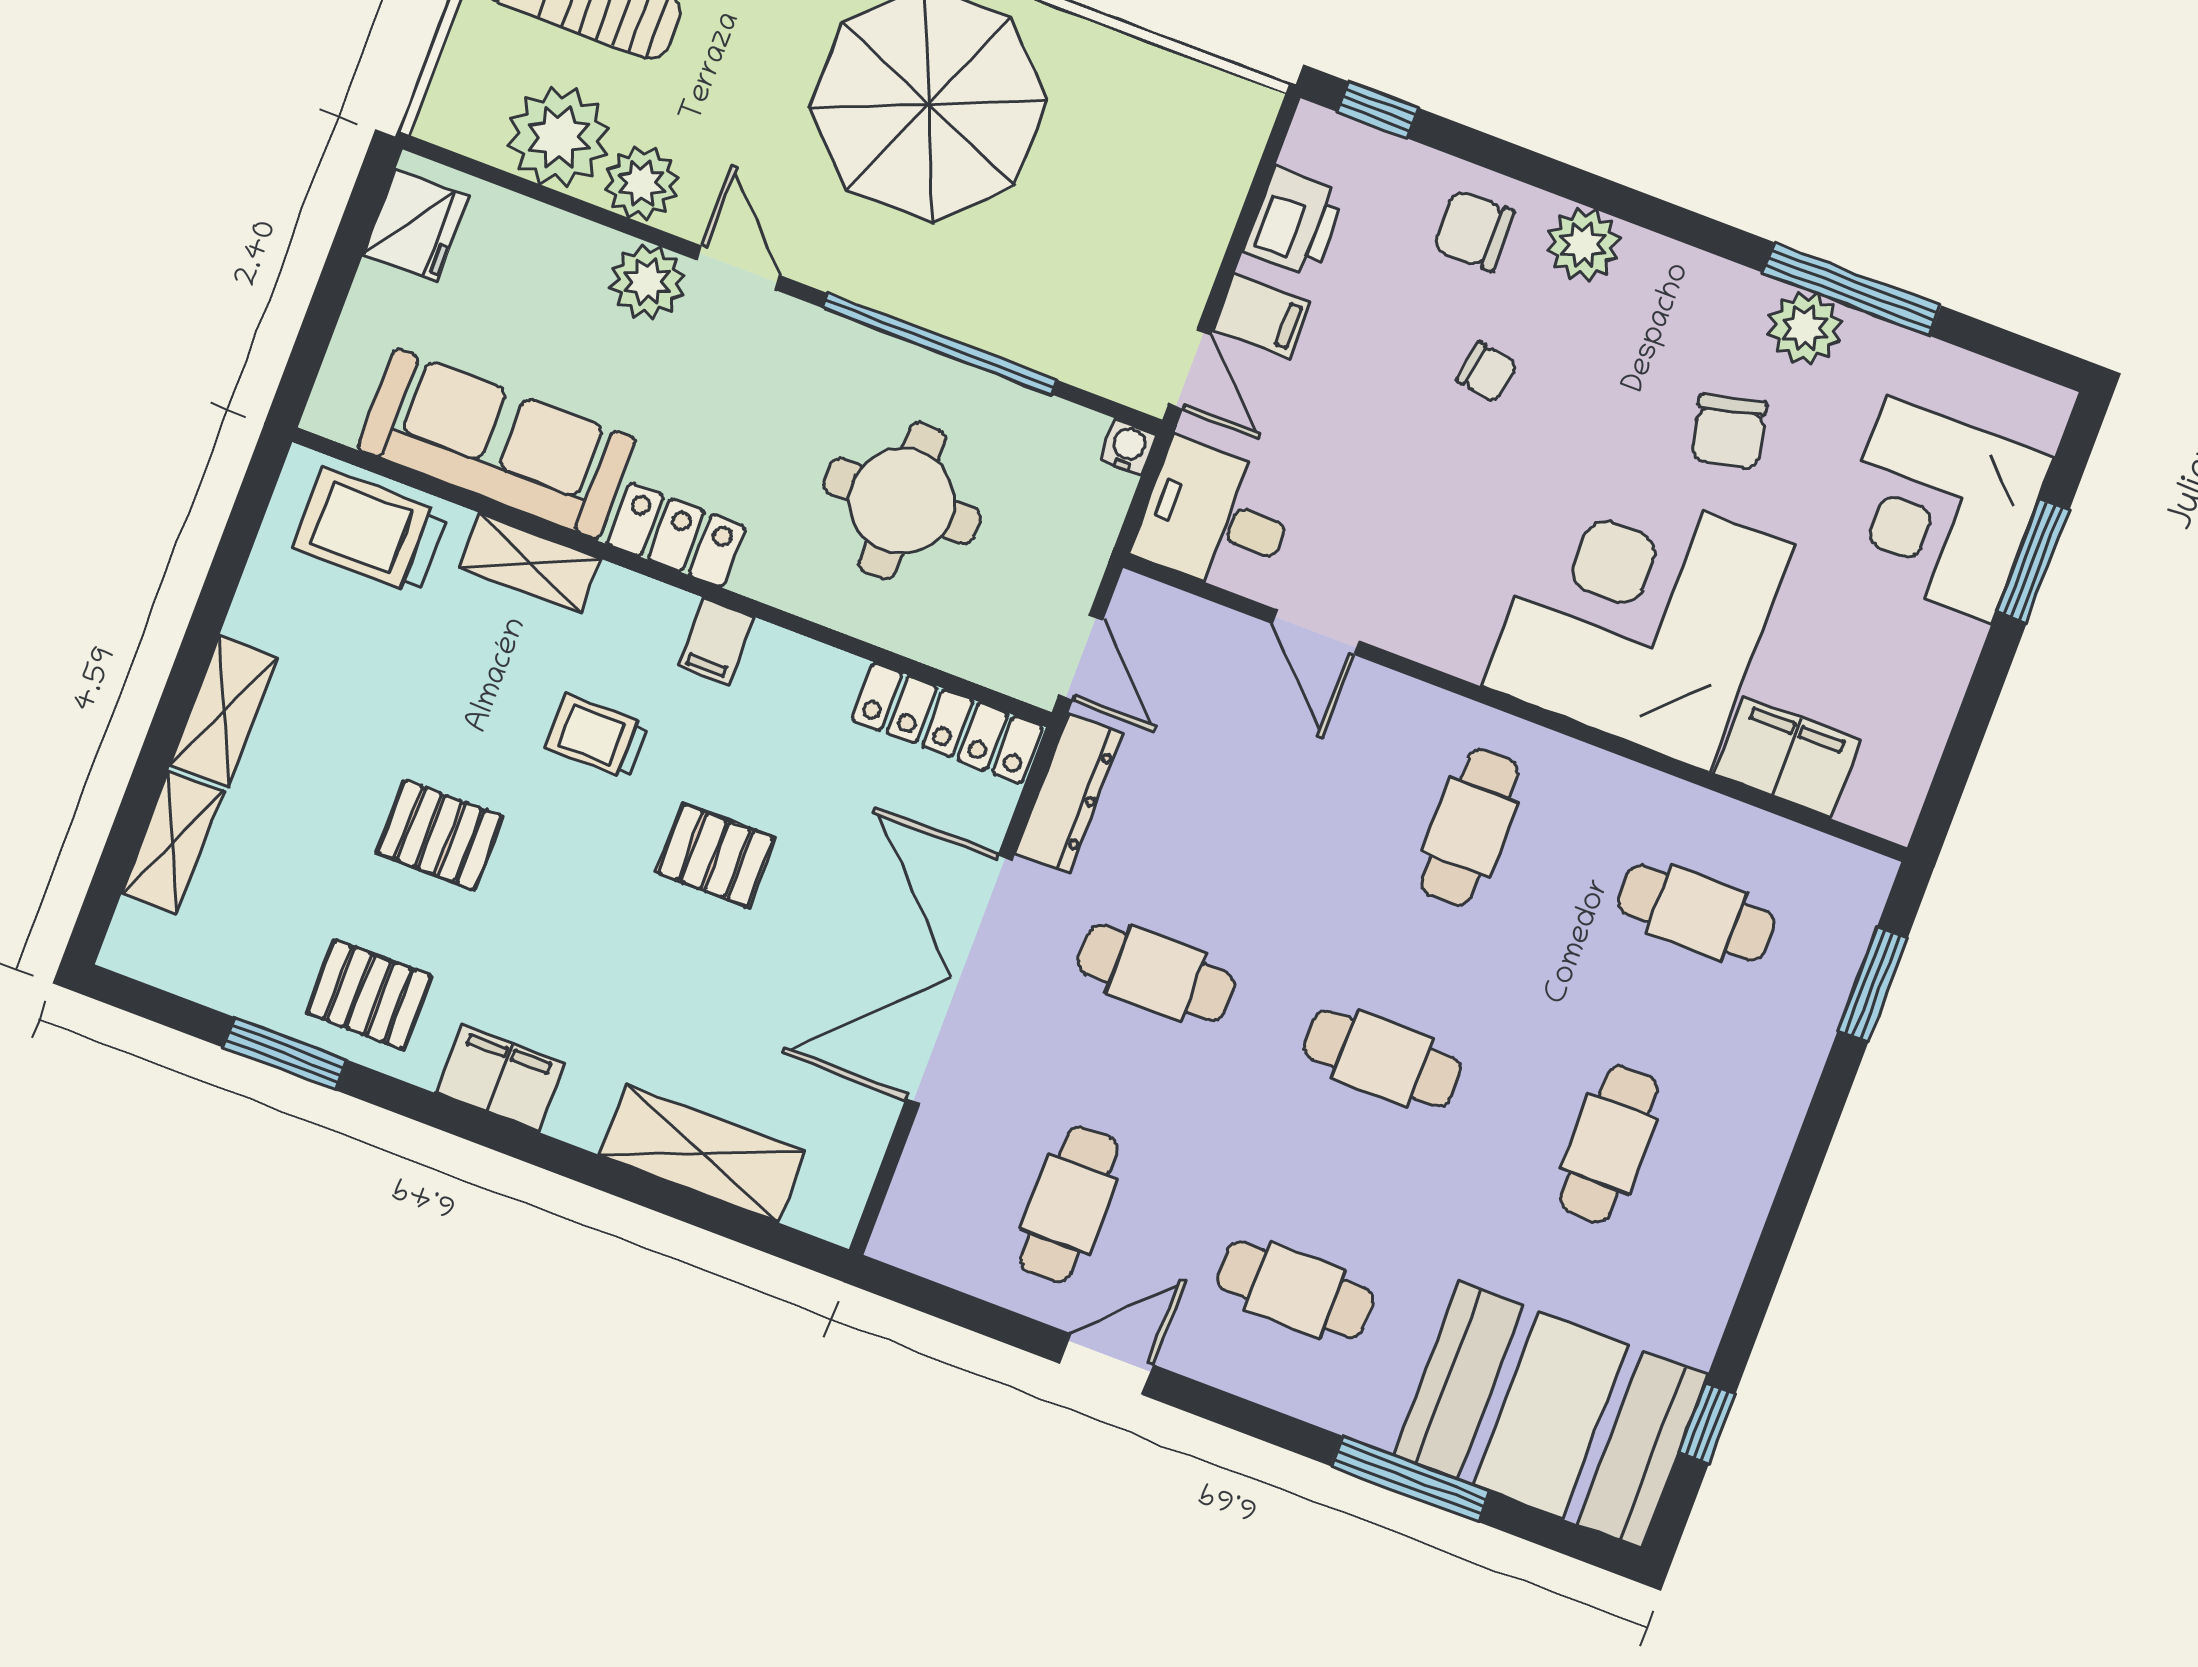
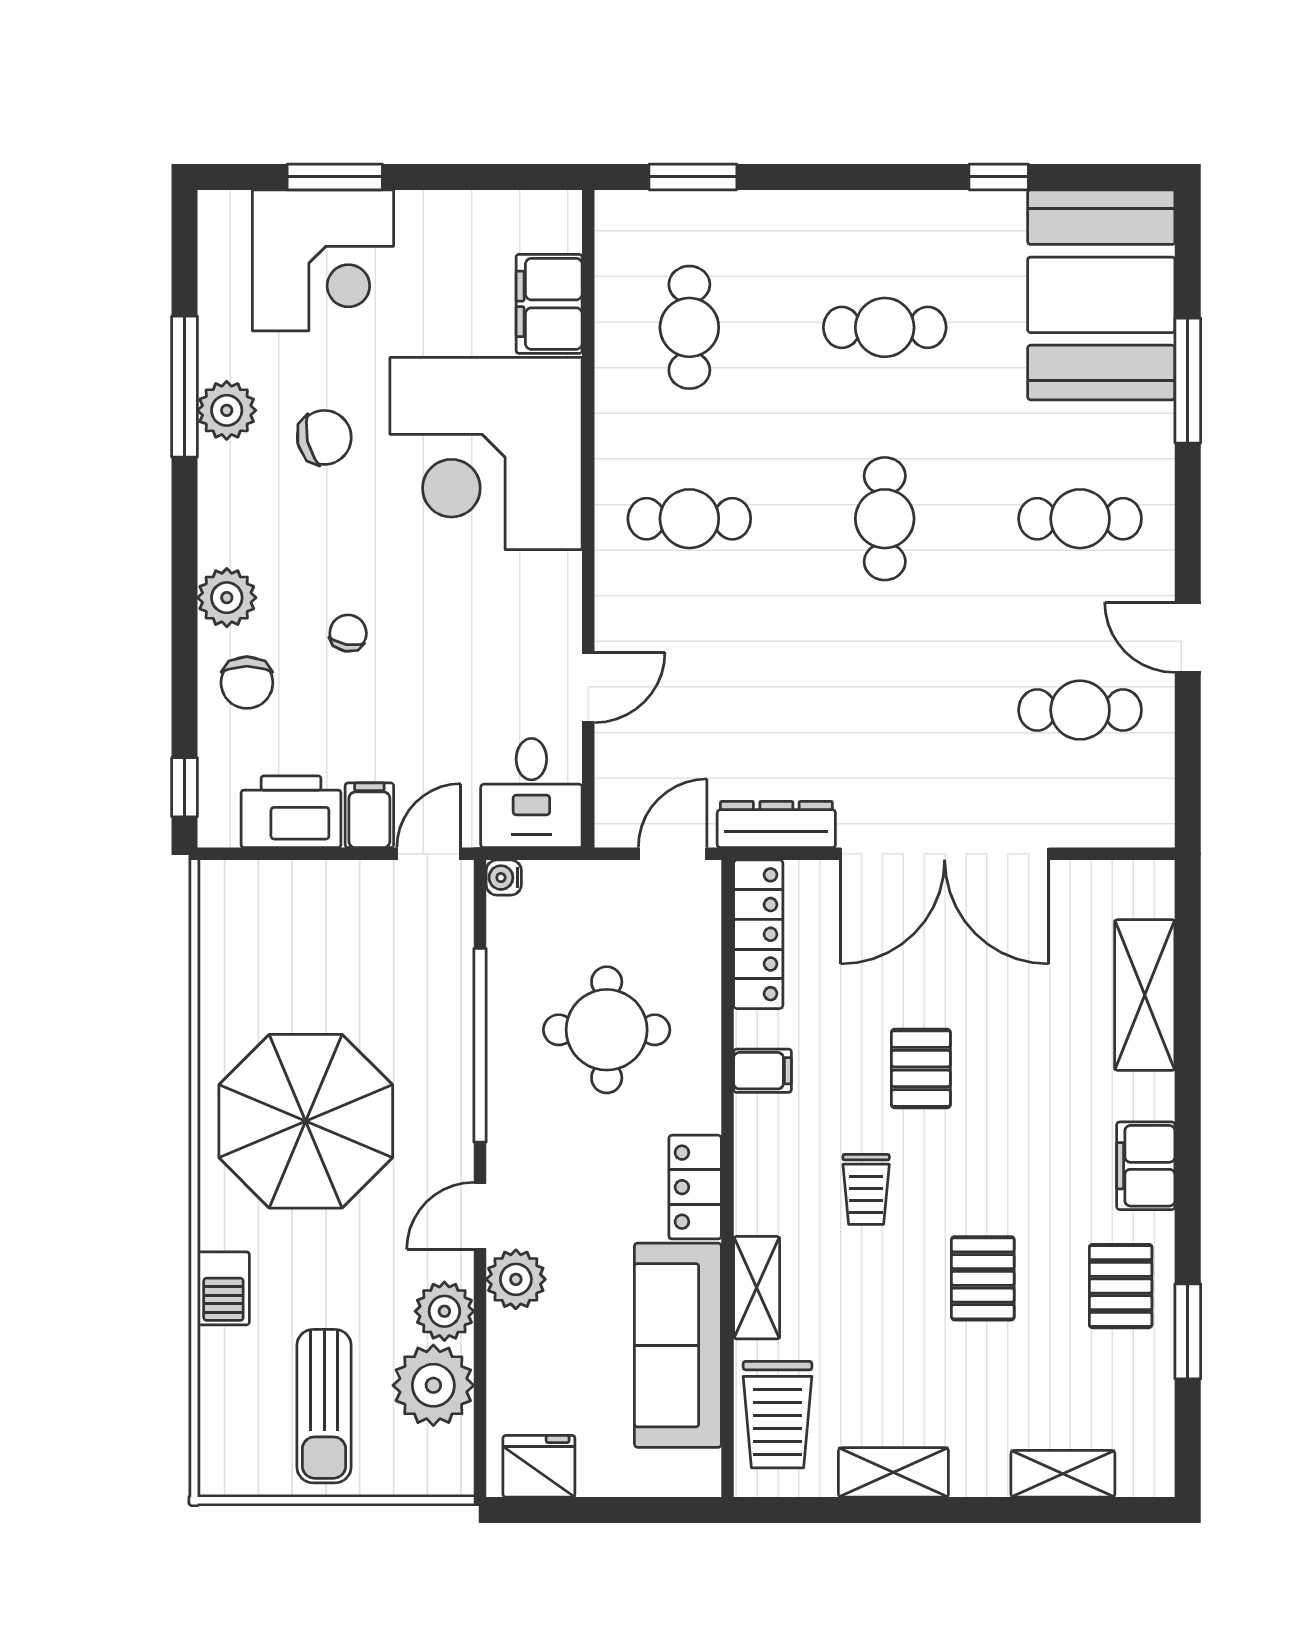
printer: (1294, 222) -> (291, 812), width x1.37, depth x1.19
filing cabinet: (716, 641) -> (763, 1071), moved
shelving: (224, 711) -> (893, 1472), moved
cafe table: (1156, 973) -> (885, 710), removed
cafe table: (1295, 1290) -> (1080, 519), turned 90
window: (1707, 1423) -> (999, 177), moved

